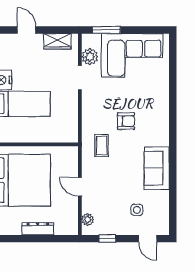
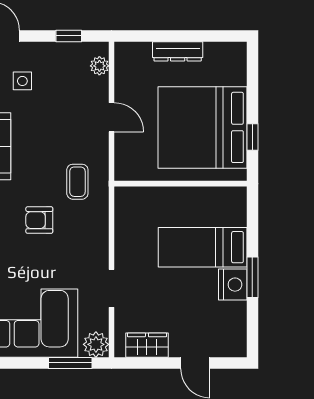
plant: (90, 57) -> (96, 344), moved

